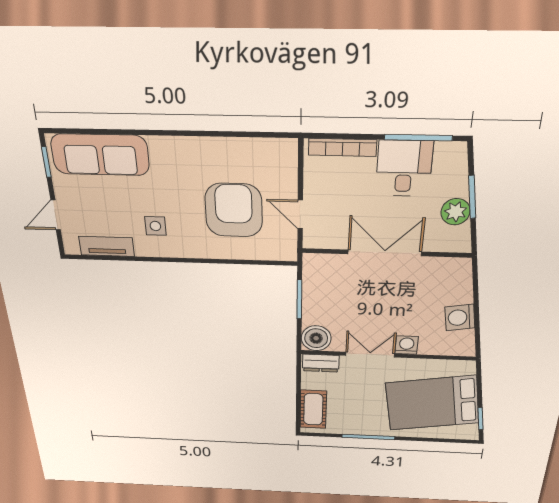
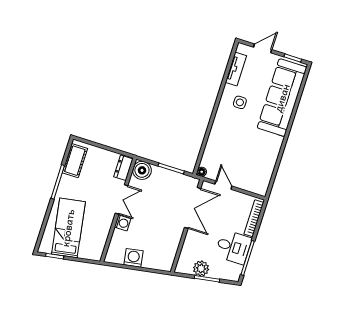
sofa: (100, 155) -> (282, 98), width x1.36, depth x1.27
armchair: (234, 210) -> (236, 150), removed
door: (300, 214) -> (223, 185), hinge flipped
door: (56, 215) -> (263, 48), hinge flipped
double door: (385, 253) -> (193, 208), moved
floor lamp: (289, 254) -> (202, 172), added
bed: (432, 403) -> (68, 228), width x0.67
cot: (313, 409) -> (75, 161), moved, turned 90

